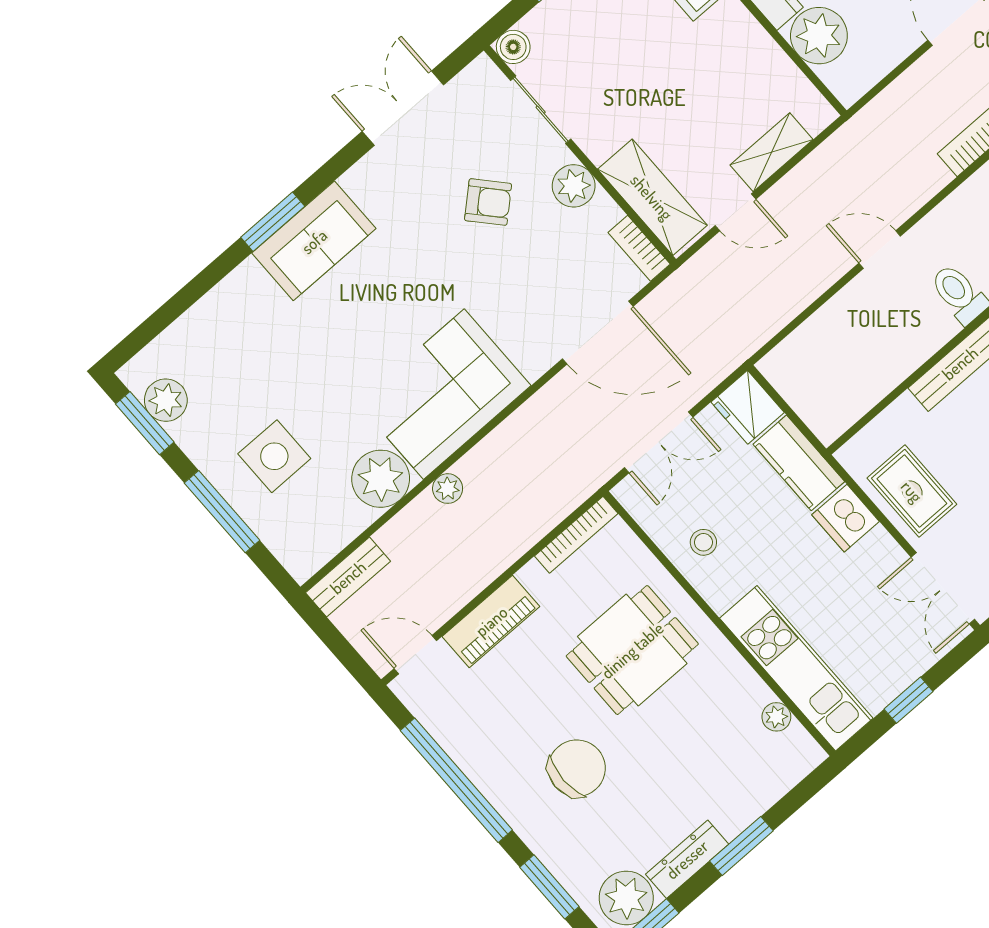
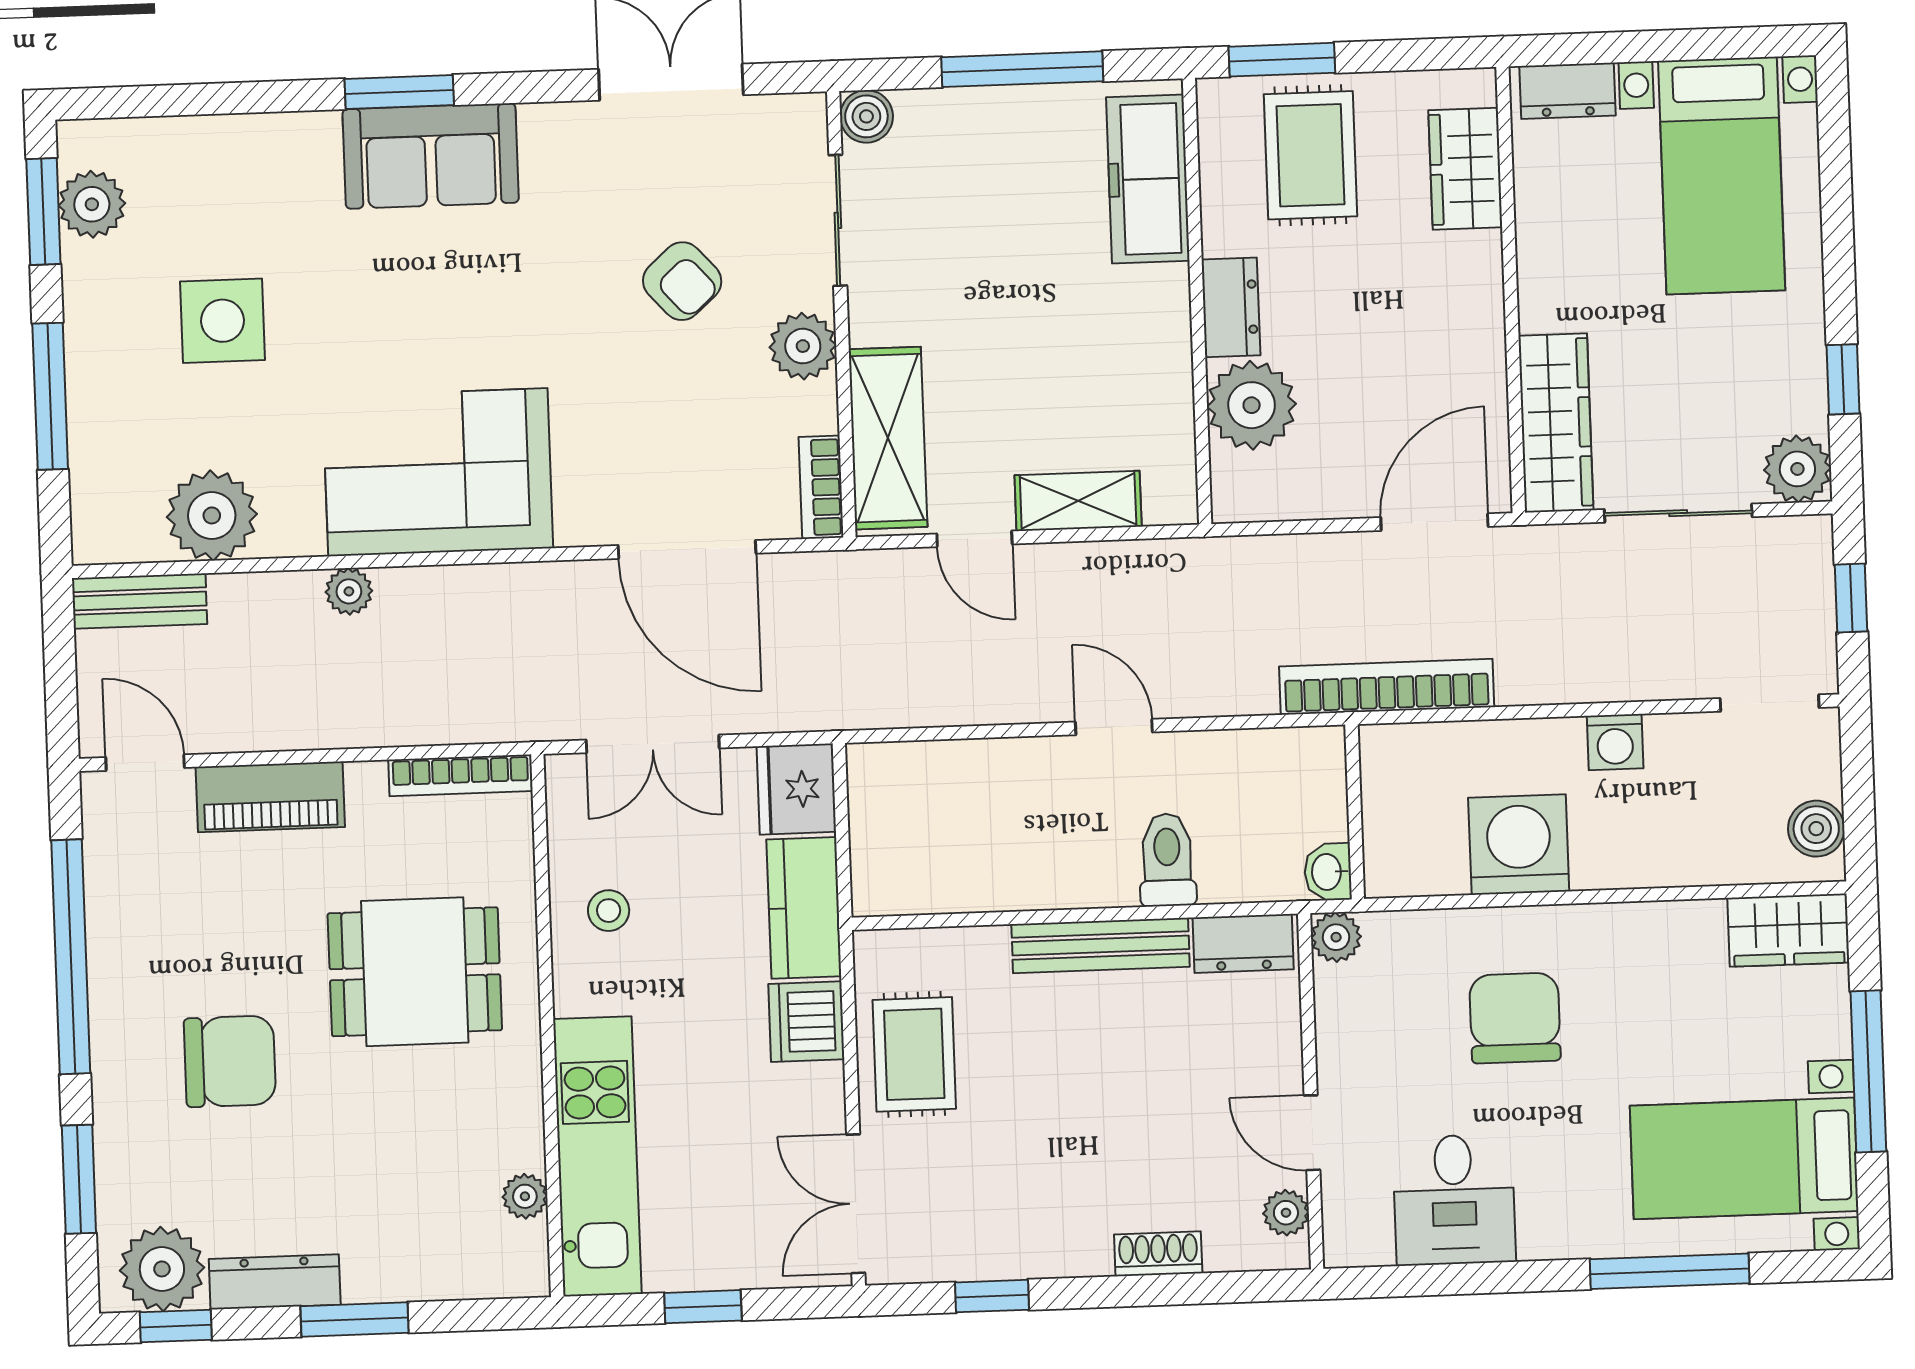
side table: (274, 456) -> (223, 321), moved
plant: (381, 479) -> (212, 515), moved

